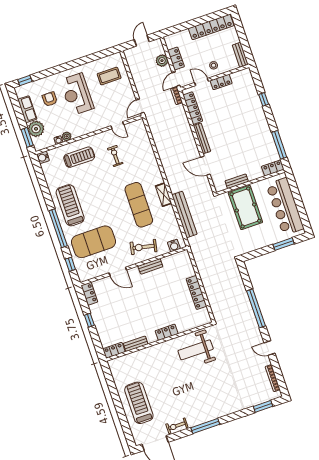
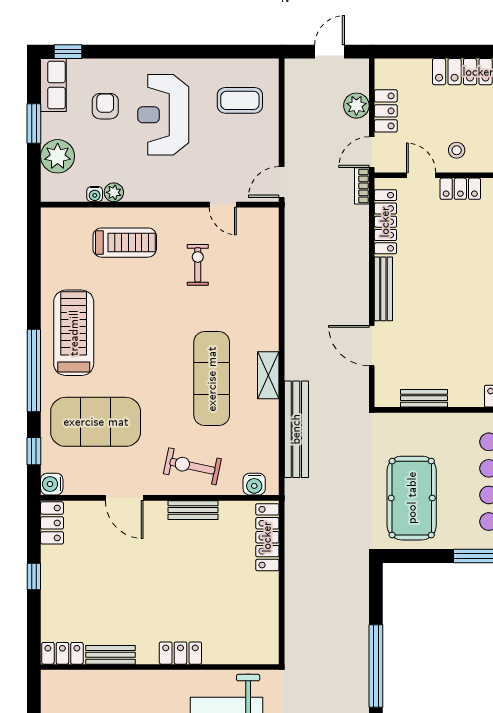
row of seats: (27, 109) -> (53, 85), moved
window: (27, 137) -> (34, 123), moved
water cooler: (43, 157) -> (52, 484), moved
pool table: (245, 207) -> (412, 498), moved
locker: (196, 292) -> (267, 537), moved

